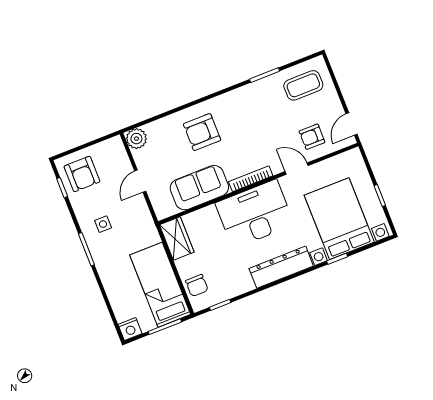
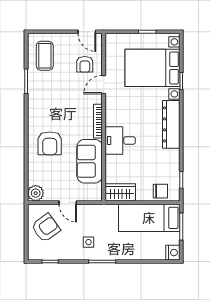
armchair: (82, 174) -> (46, 228), moved, turned -36
desk: (255, 214) -> (120, 141), width x0.53, depth x0.77

